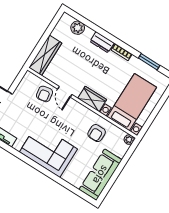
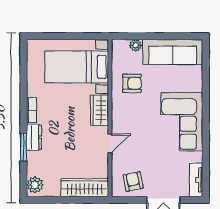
plant: (78, 28) -> (35, 185), moved
window: (149, 62) -> (23, 147), moved
armchair: (44, 94) -> (133, 182), moved, turned -92
plant: (129, 140) -> (136, 45), moved

